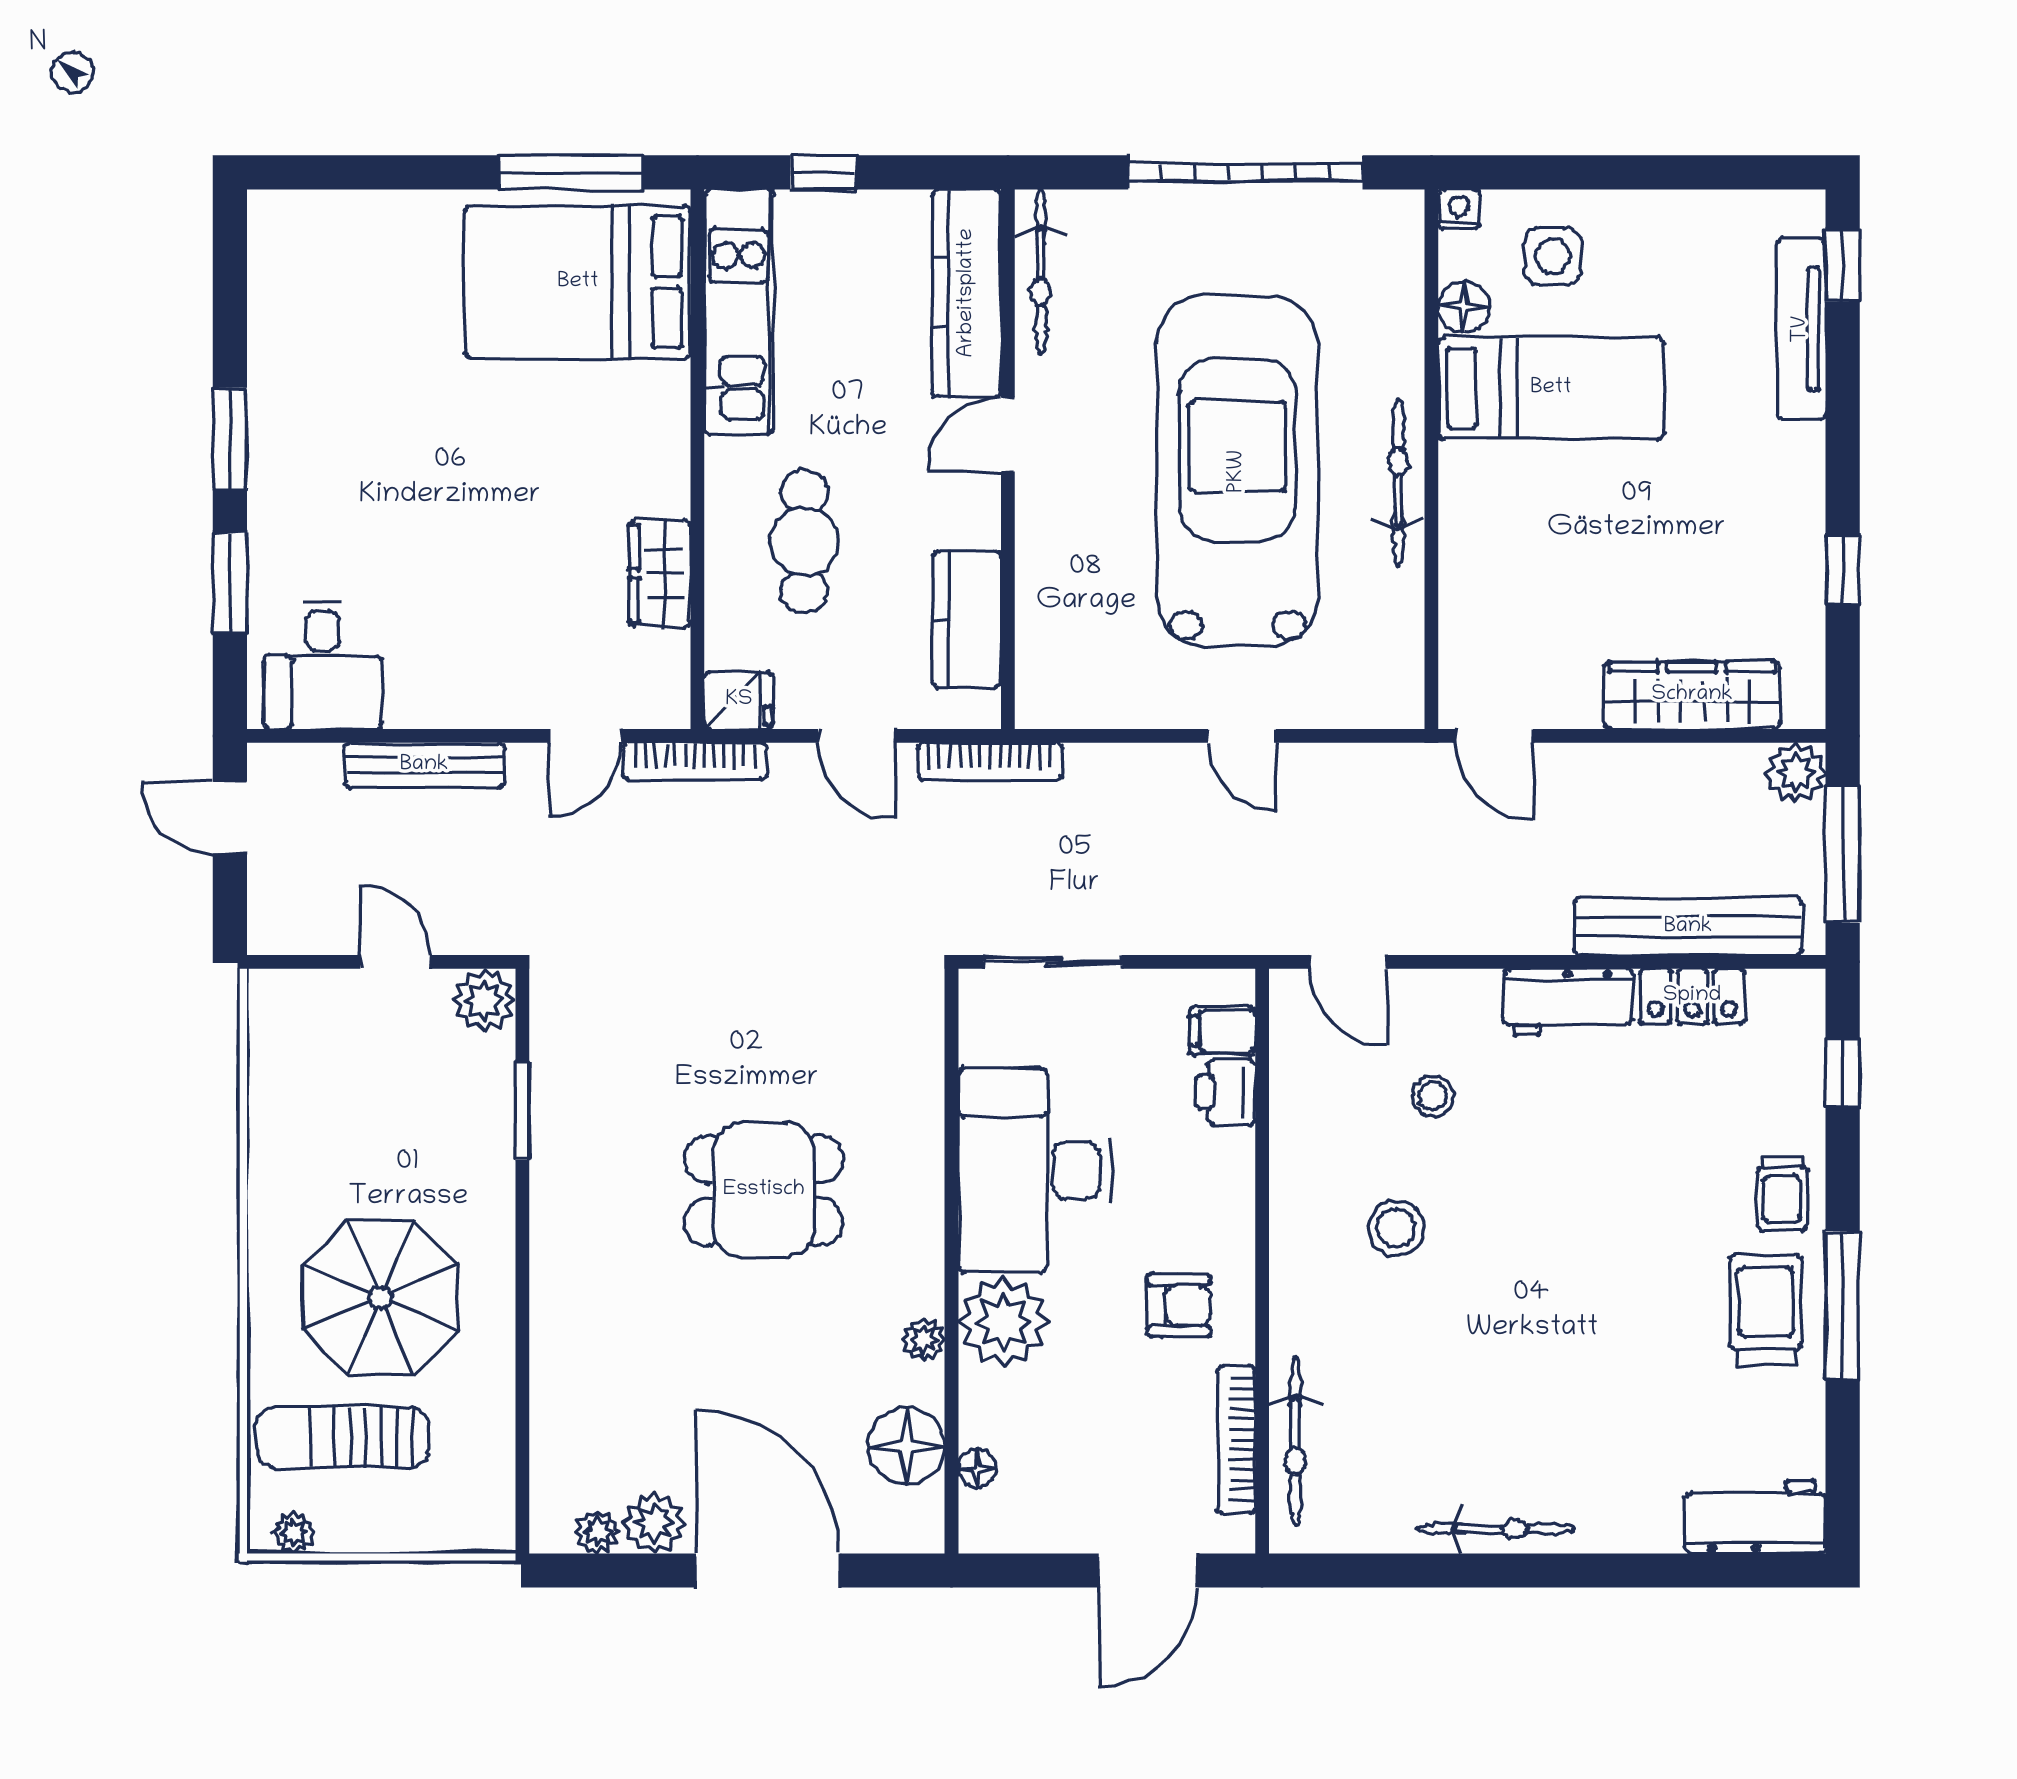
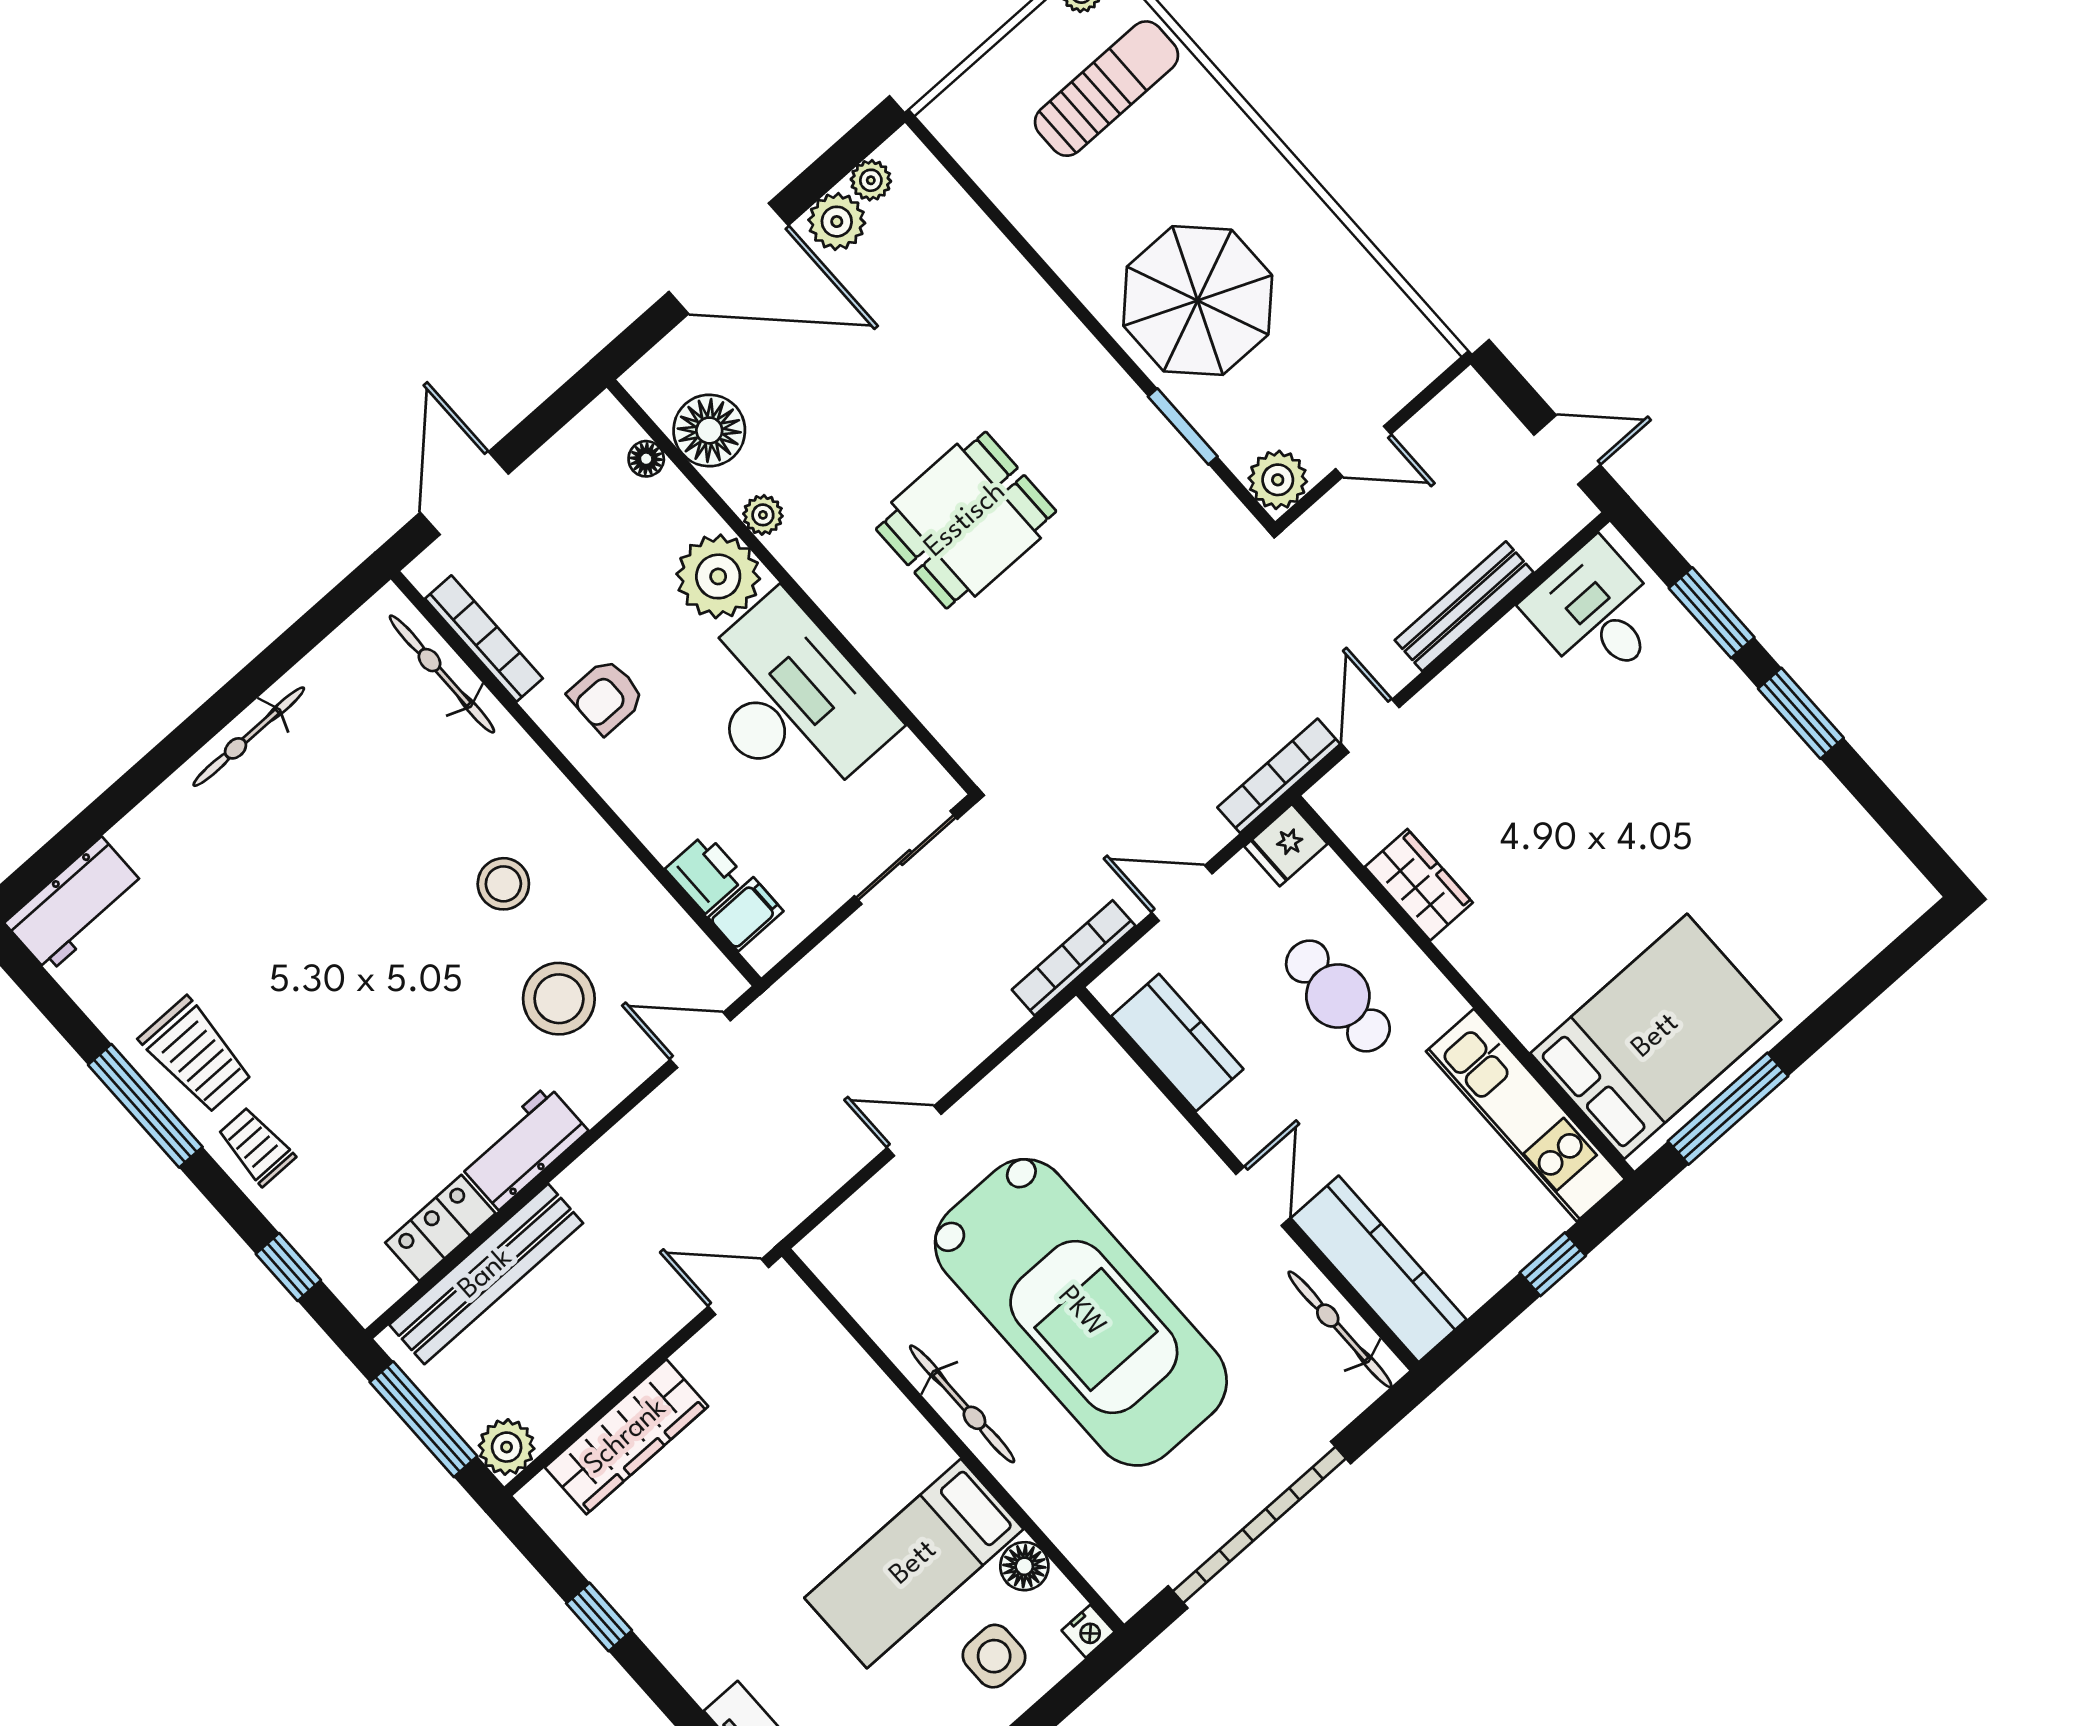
stool: (1433, 1096) -> (559, 999), width x1.89, depth x1.89
parasol: (381, 1297) -> (1198, 301), moved

